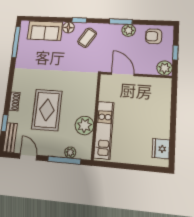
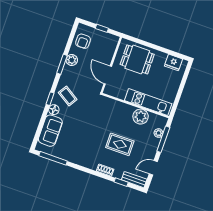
plant: (165, 68) -> (112, 41), removed
door: (123, 74) -> (108, 75), hinge flipped
dining table: (151, 103) -> (137, 59), added
rug: (47, 110) -> (120, 144), width x0.73, depth x0.70

